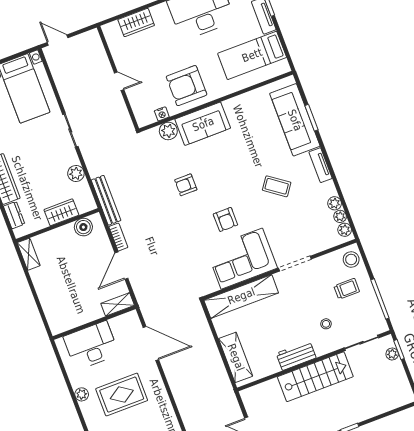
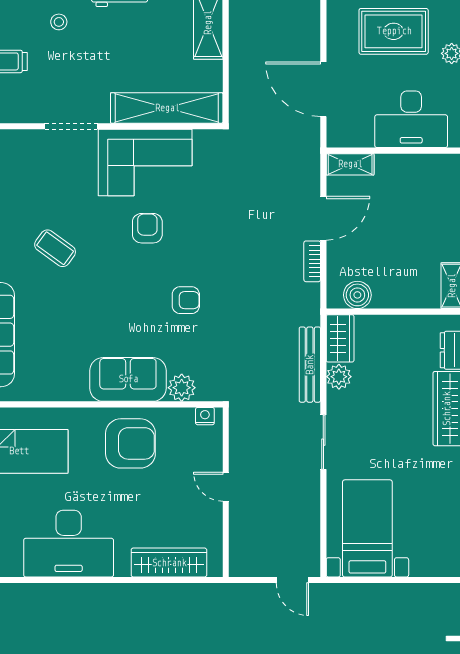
wardrobe: (136, 22) -> (169, 563), width x1.50
nightstand: (162, 114) -> (205, 416), moved
bench: (106, 200) -> (310, 365), moved
wardrobe: (61, 212) -> (340, 338), moved, turned -90

